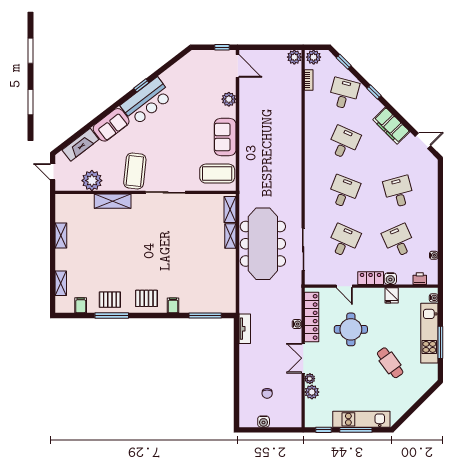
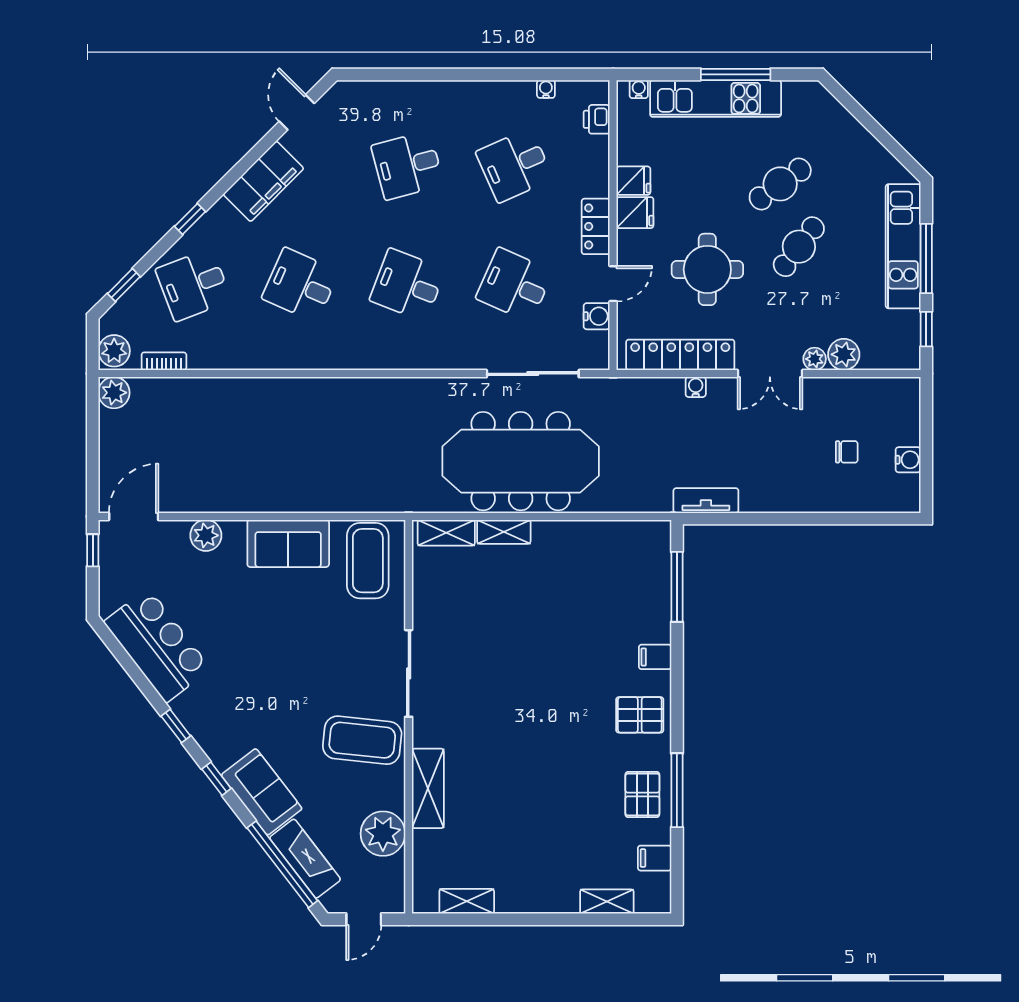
desk: (344, 94) -> (194, 285), turned -36
bar counter: (147, 101) -> (157, 645), moved
window: (117, 104) -> (216, 779), added
window: (78, 134) -> (282, 864), added
shelving: (61, 235) -> (467, 901), moved
water cooler: (390, 279) -> (597, 316), moved
fridge: (377, 296) -> (635, 213), added
pallet: (146, 298) -> (640, 715), turned 90
cafe table: (361, 371) -> (799, 247), added

